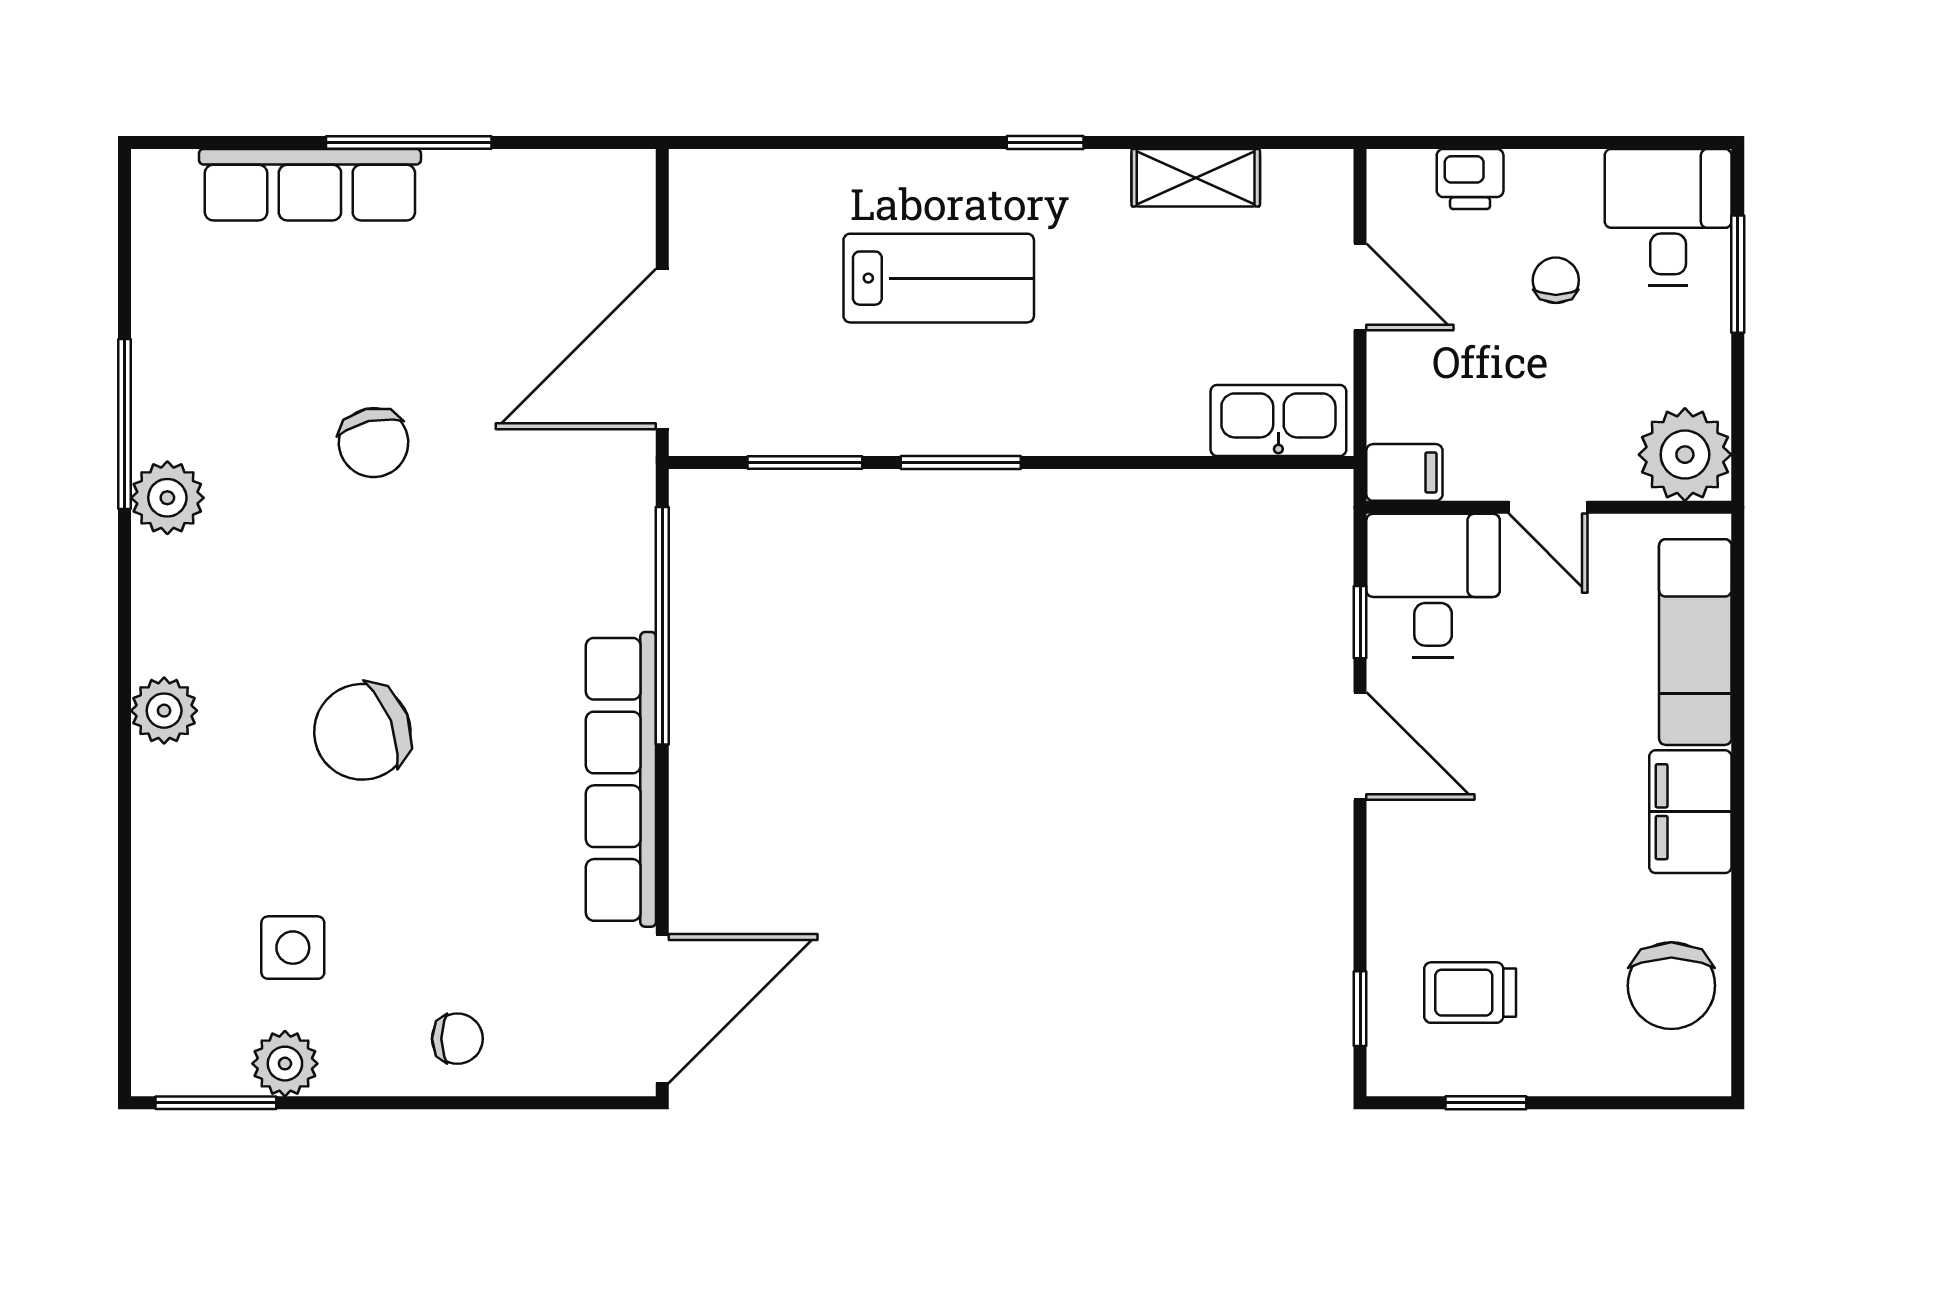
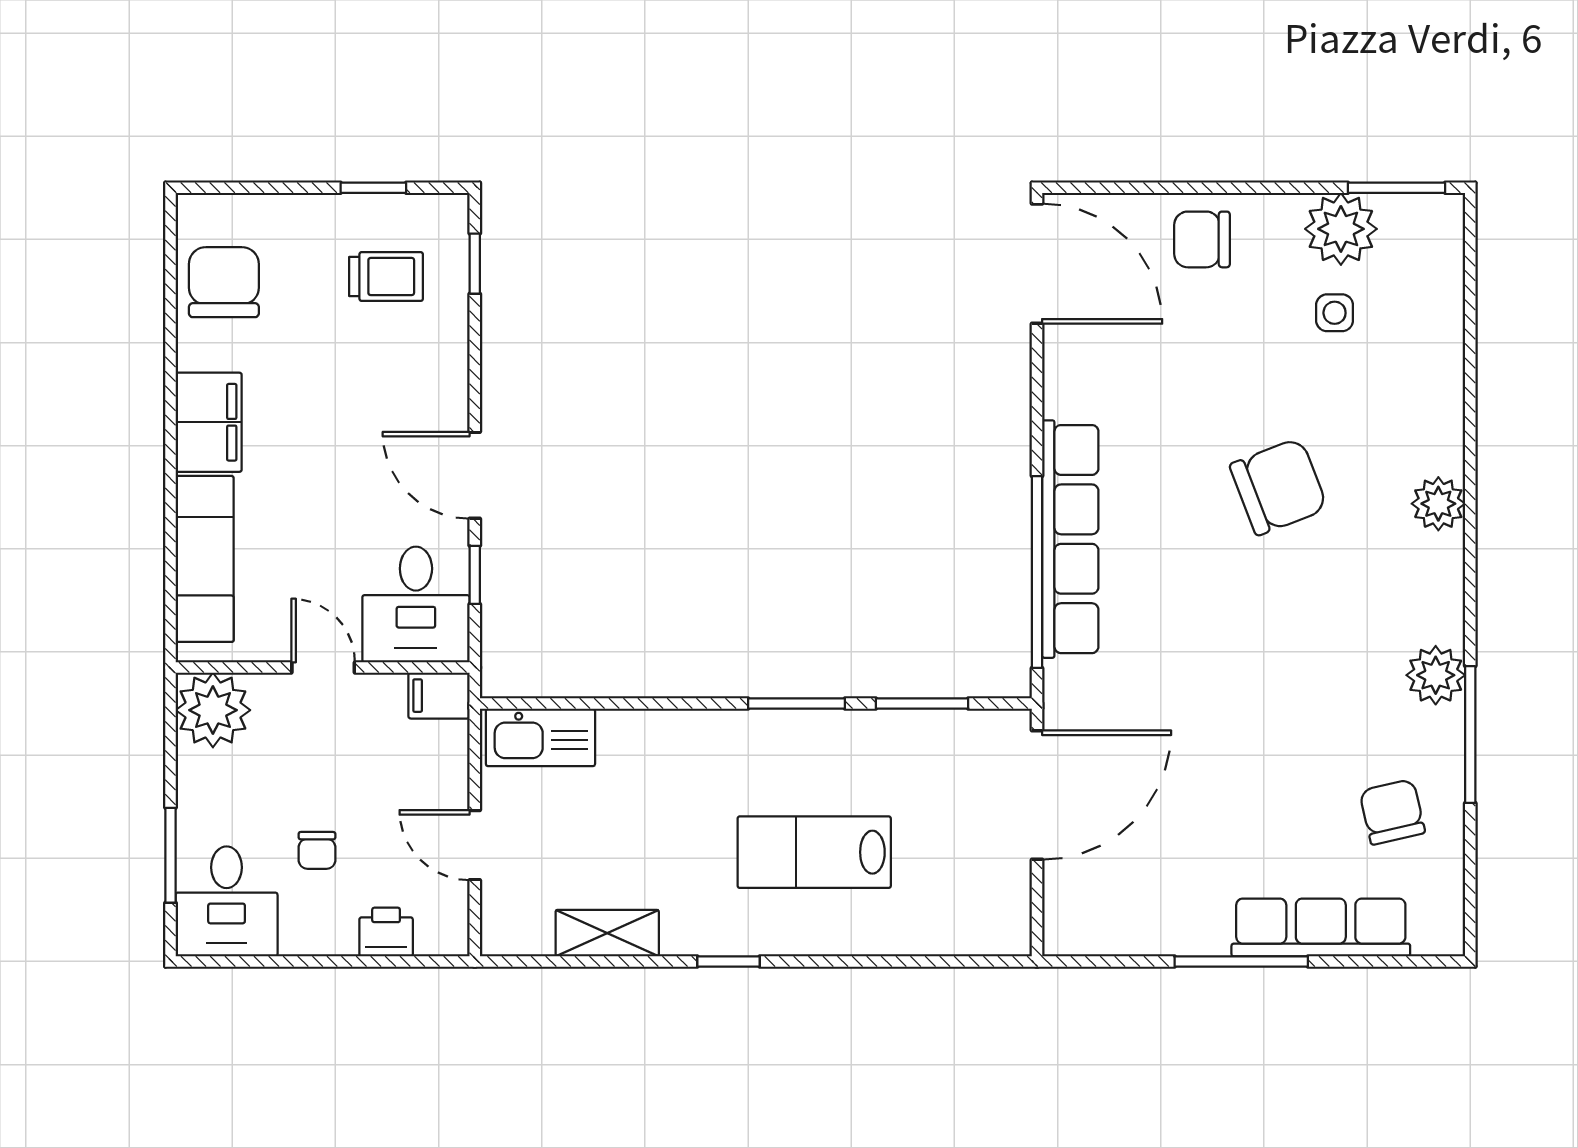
chair: (374, 443) -> (1392, 812), moved
row of seats: (621, 779) -> (1070, 539), moved
side table: (293, 948) -> (1335, 313), width x0.73, depth x0.73
door: (662, 1009) -> (1037, 264), swing flipped
chair: (457, 1039) -> (1202, 239), width x1.37, depth x1.37
plant: (285, 1064) -> (1341, 229), width x1.36, depth x1.36

